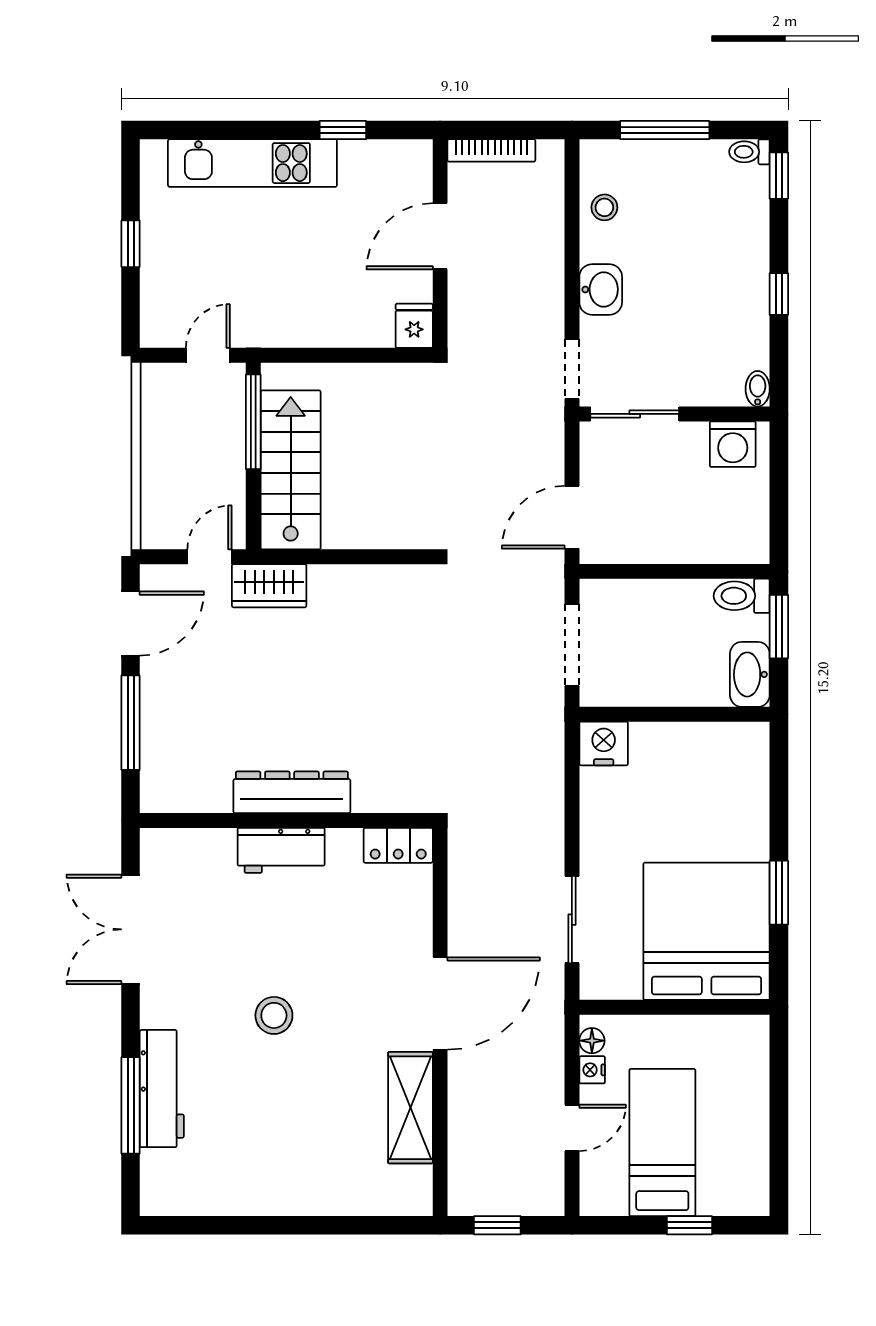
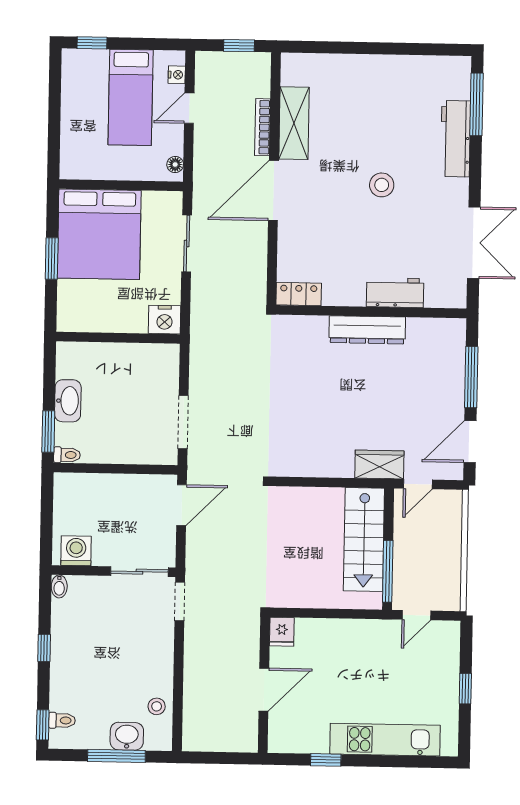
bookcase: (491, 150) -> (263, 127), moved, turned -90
toilet: (749, 152) -> (62, 720), moved
washbasin: (601, 289) -> (127, 736), moved, turned 90
toilet: (742, 596) -> (67, 455), width x0.73, depth x0.72
wall: (675, 714) -> (118, 338), moved
nightstand: (604, 743) -> (165, 320), moved
workbench: (281, 850) -> (395, 293), moved
nightstand: (592, 1070) -> (177, 75), moved
window: (131, 1105) -> (476, 104), moved
window: (689, 1225) -> (92, 43), moved

